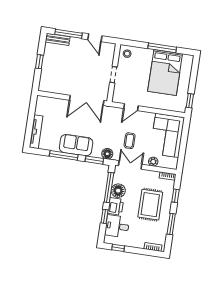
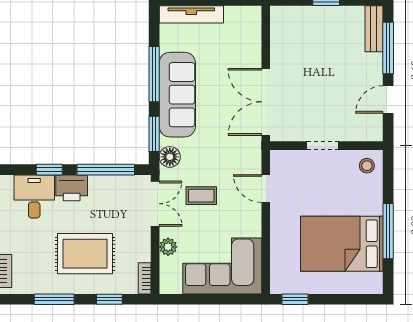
sofa: (76, 145) -> (177, 95), width x1.36
floor lamp: (118, 191) -> (102, 188), removed

